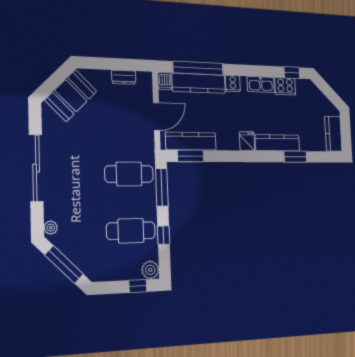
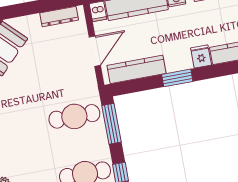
dresser: (124, 77) -> (59, 17), width x1.44
window: (191, 156) -> (177, 78), moved

